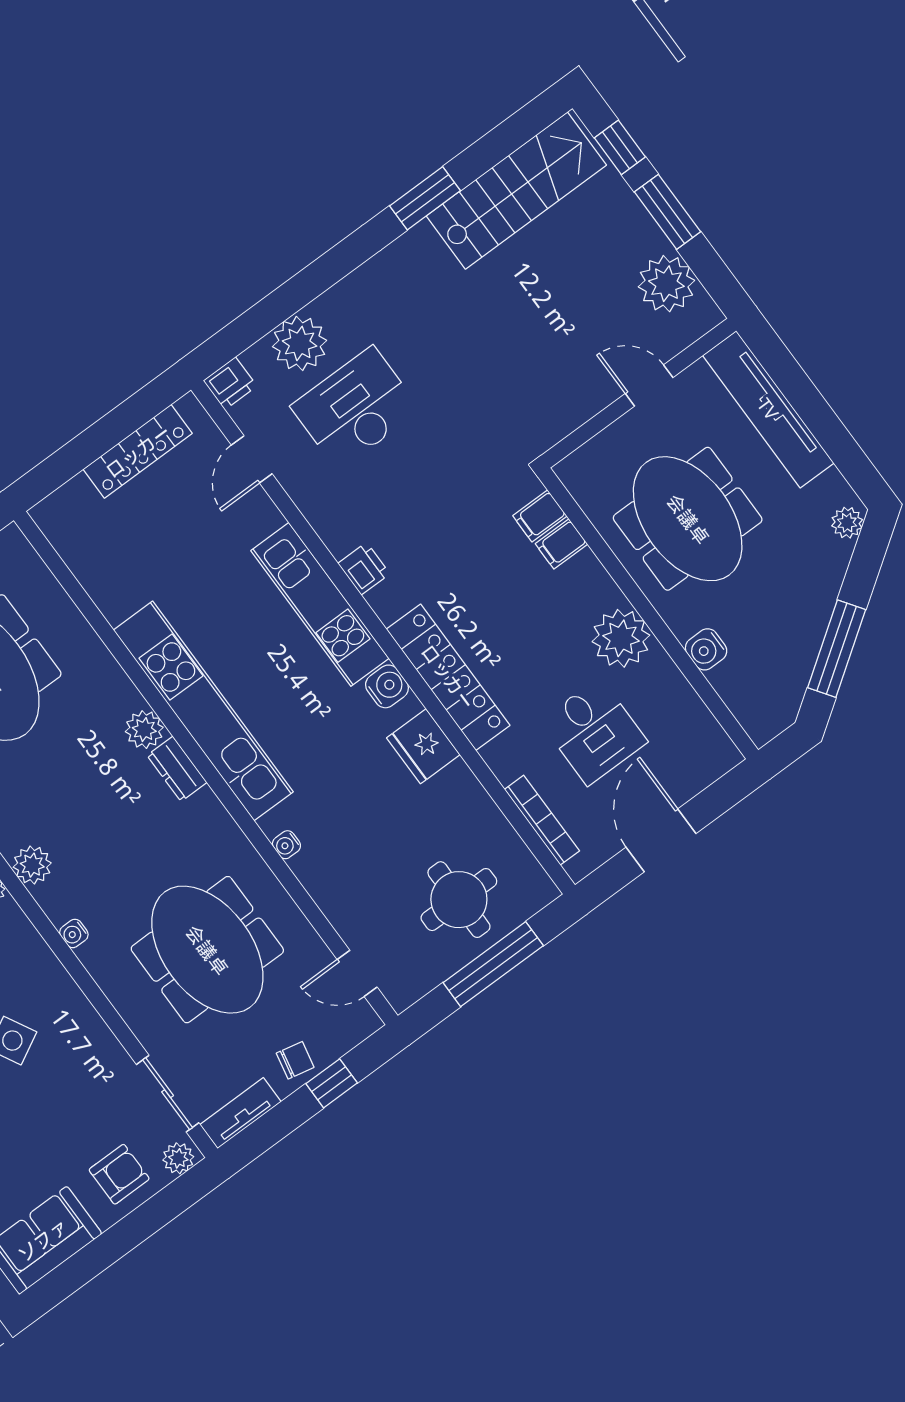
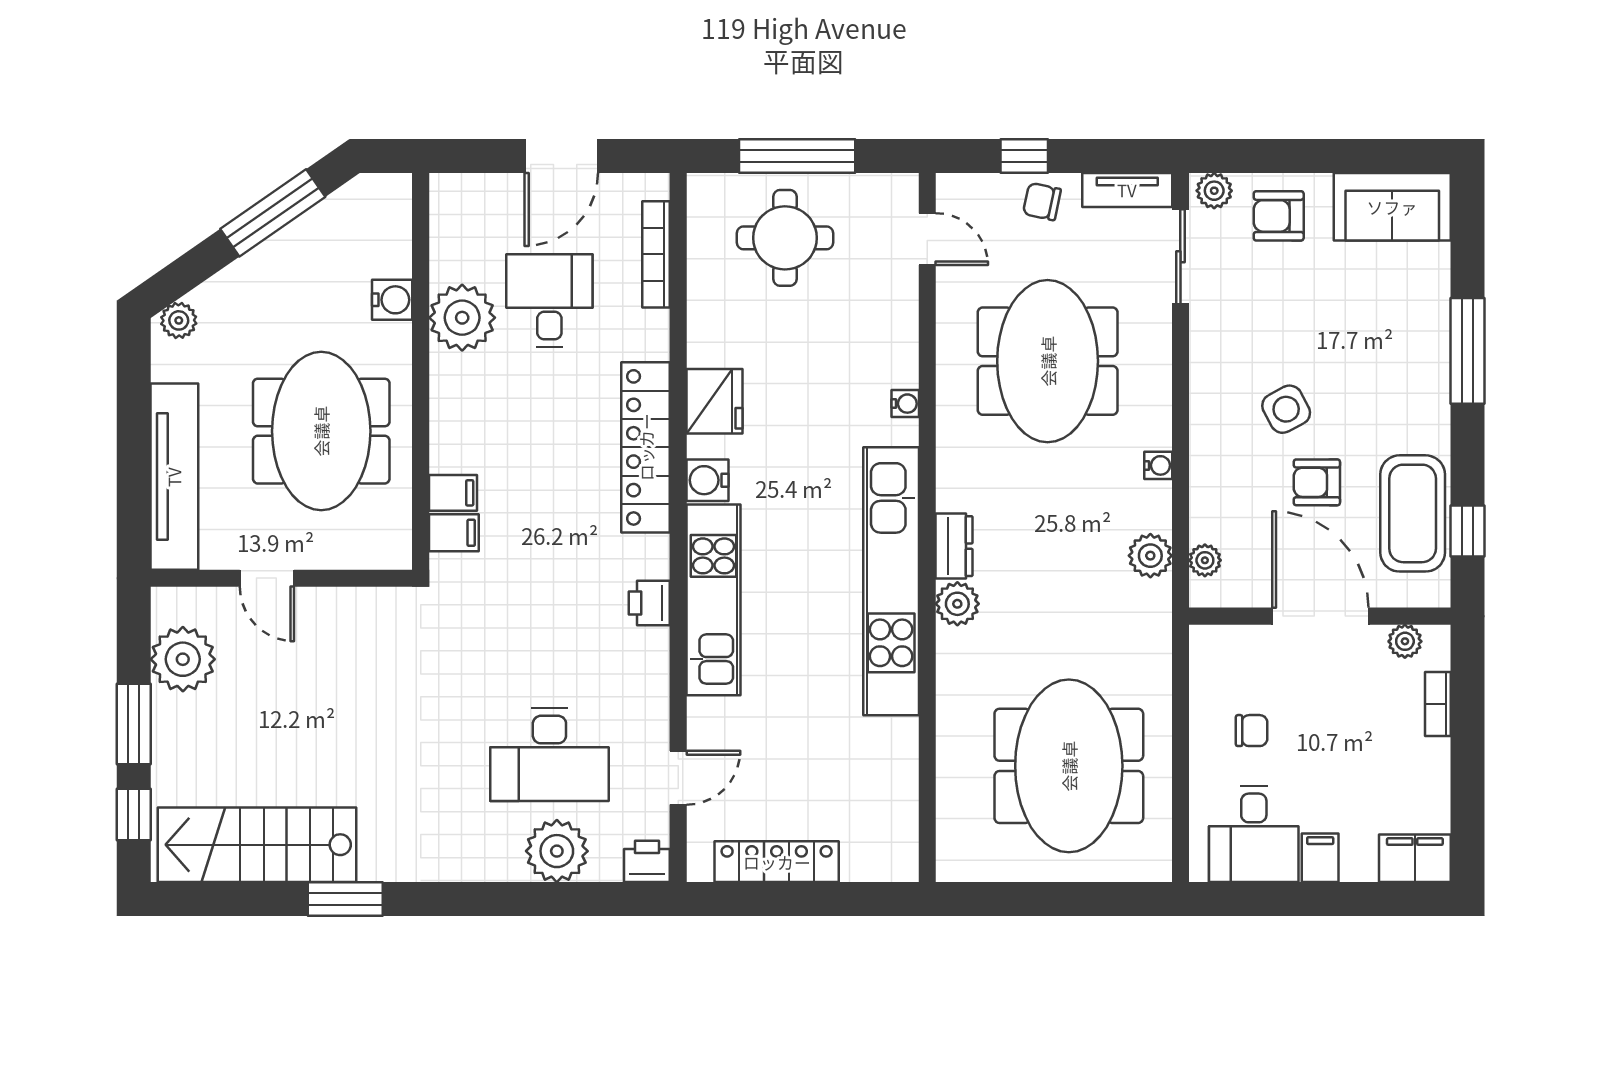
plant: (621, 638) -> (462, 318), moved

